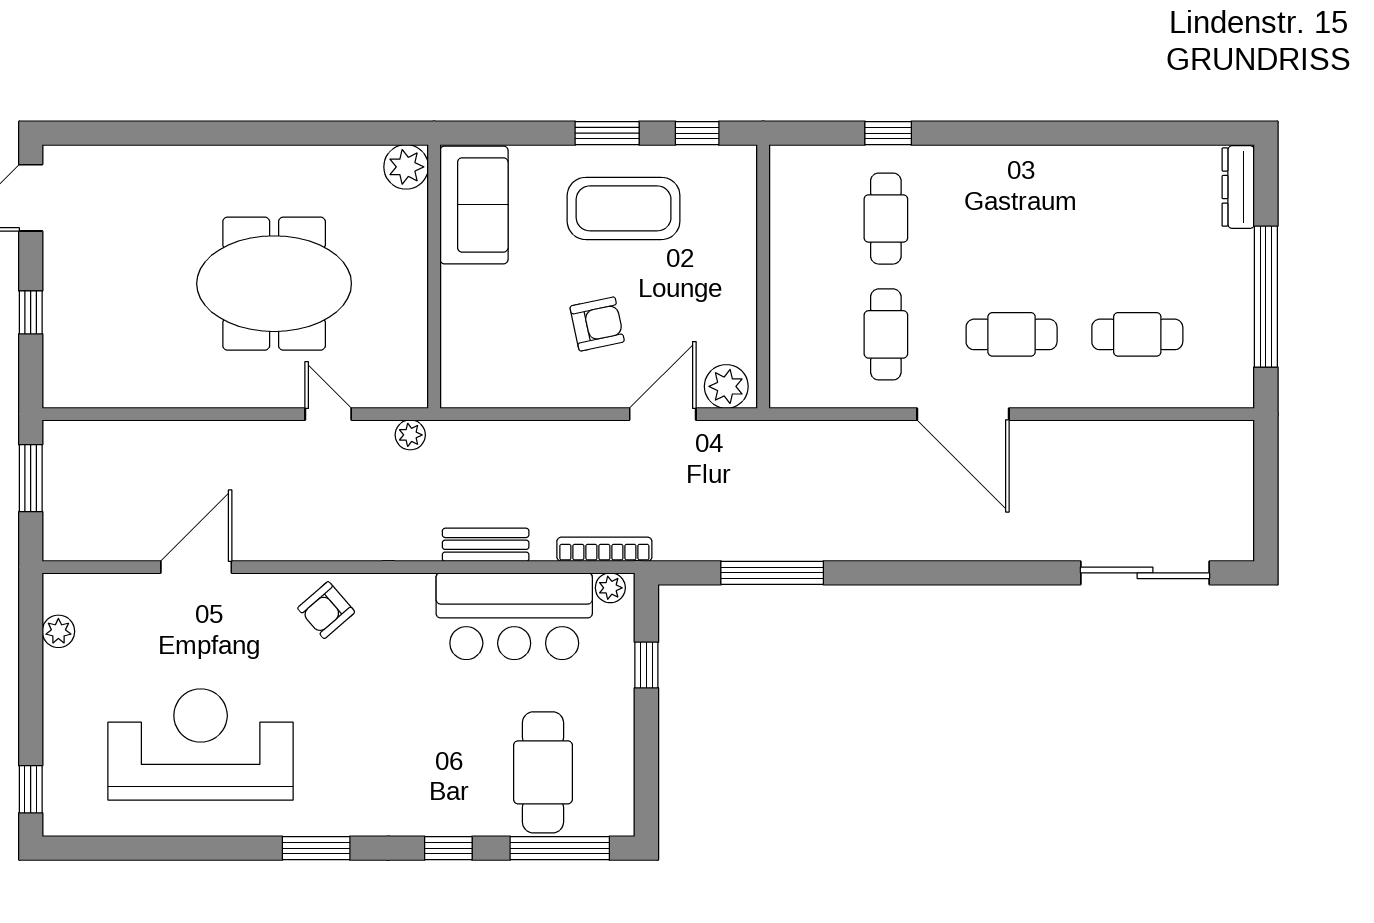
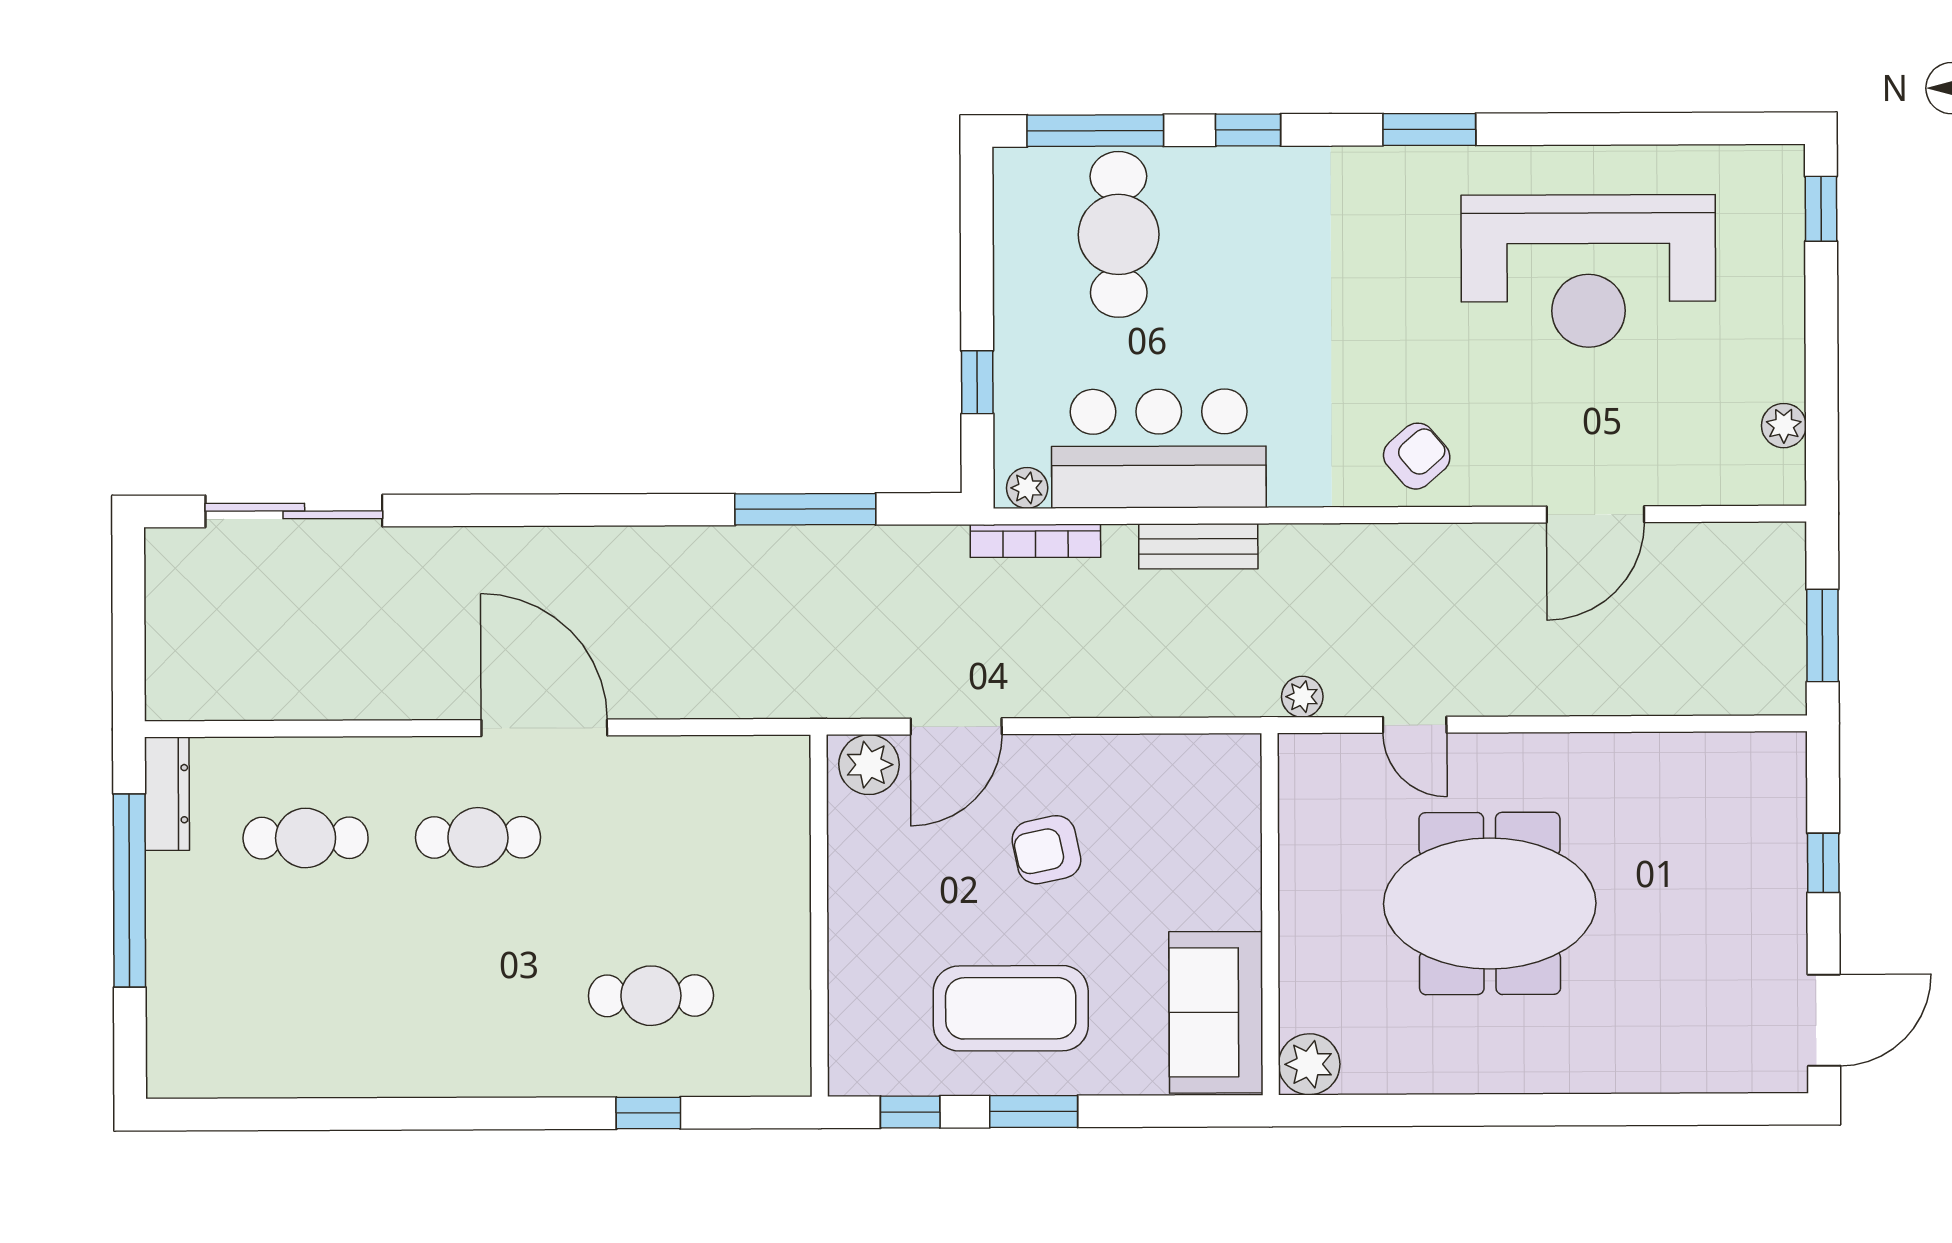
dresser: (1238, 187) -> (167, 794), moved
cafe table: (886, 219) -> (651, 996), turned 90
cafe table: (886, 334) -> (650, 837), removed

